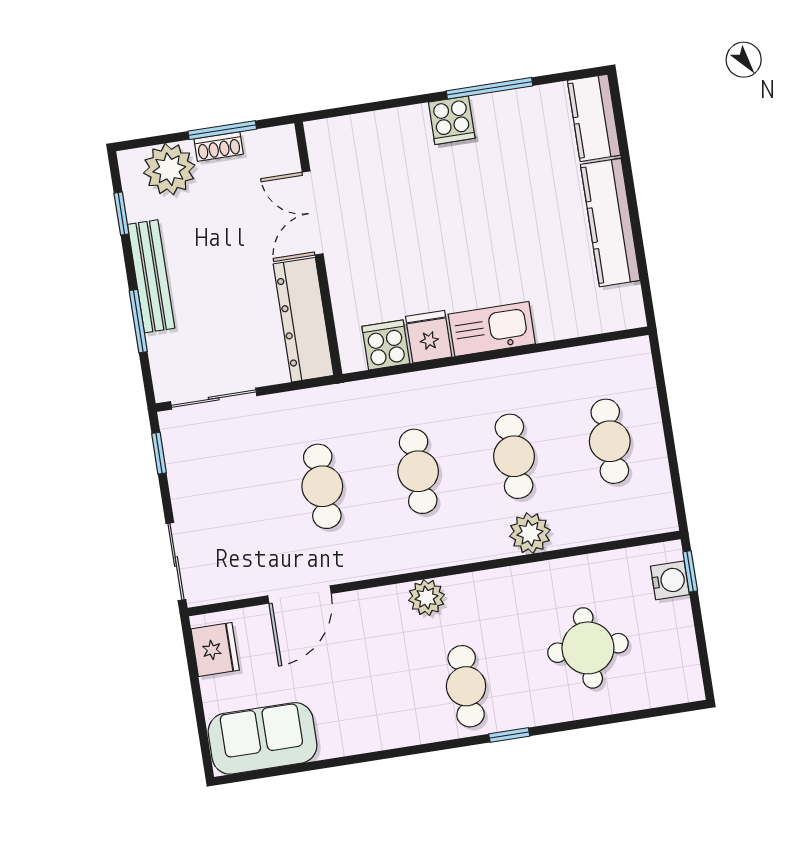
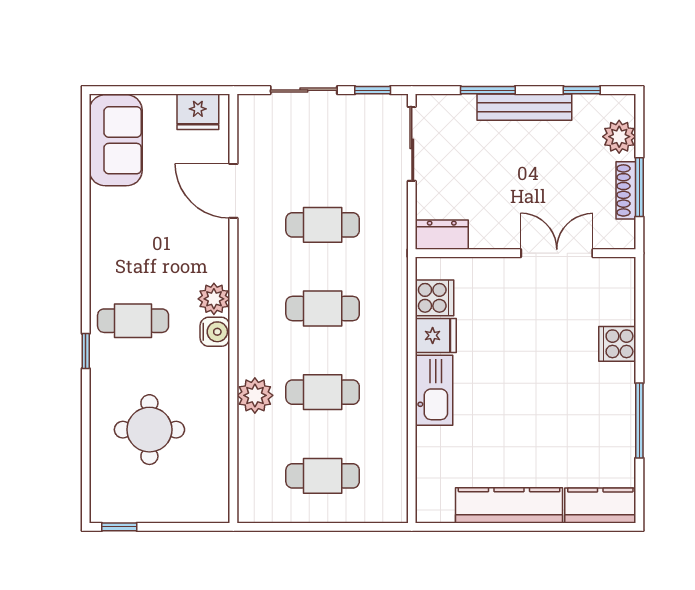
cooker: (452, 120) -> (617, 344), moved
shoe rack: (219, 146) -> (626, 190), width x1.43
plant: (169, 169) -> (619, 137), width x0.73, depth x0.73
dresser: (303, 320) -> (442, 235), width x0.51, depth x0.80
sliding door: (176, 562) -> (304, 90), moved
window: (690, 571) -> (119, 527), moved
water cooler: (670, 580) -> (215, 332), moved, turned -90

